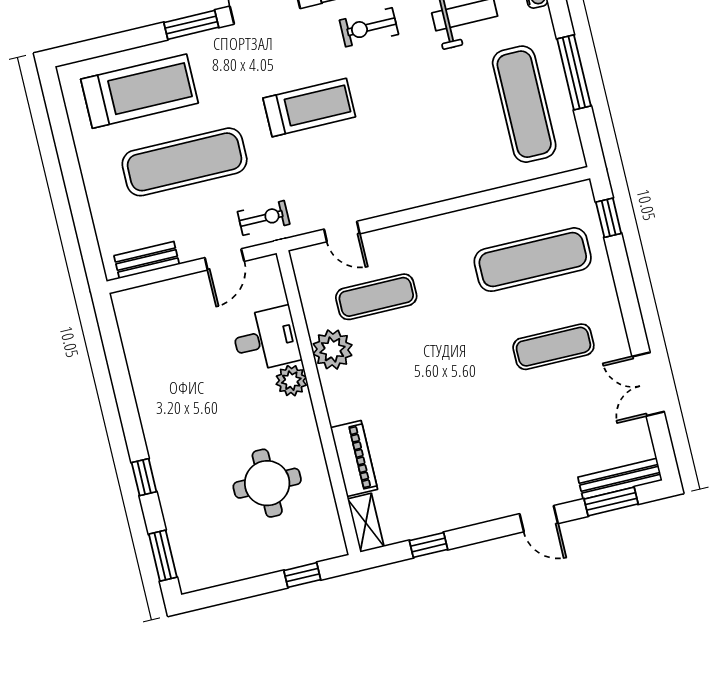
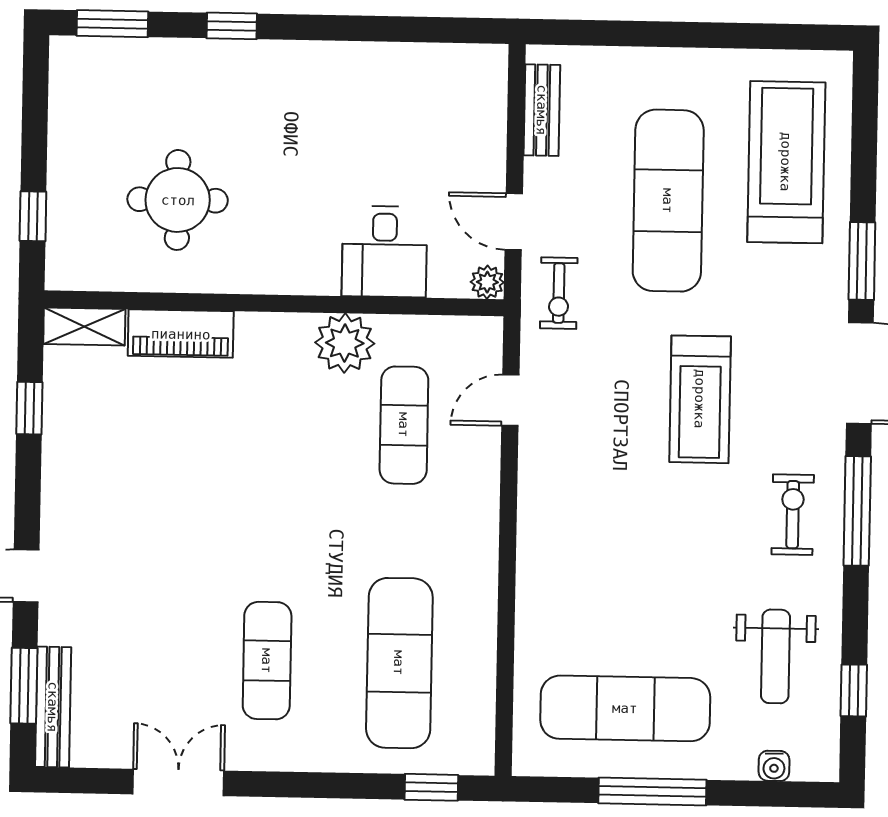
treadmill: (139, 91) -> (786, 162), turned 180
plant: (291, 381) -> (487, 282), moved, width x0.73, depth x0.73

